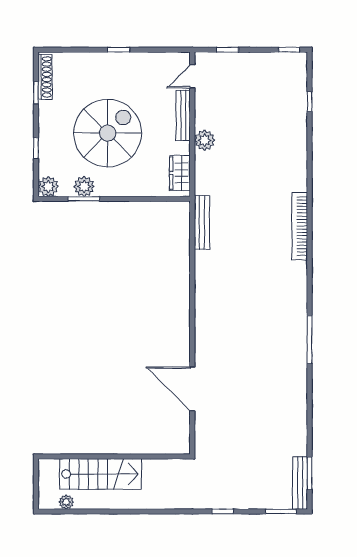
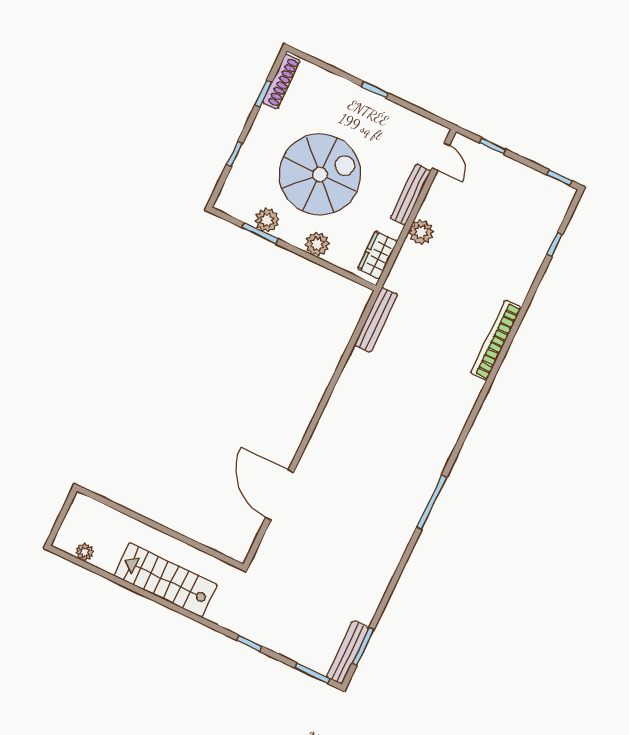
door: (192, 76) -> (441, 157), swing flipped
plant: (48, 187) -> (317, 244), moved
bookcase: (300, 226) -> (496, 340), moved
stairs: (100, 474) -> (166, 580), moved, turned 180

